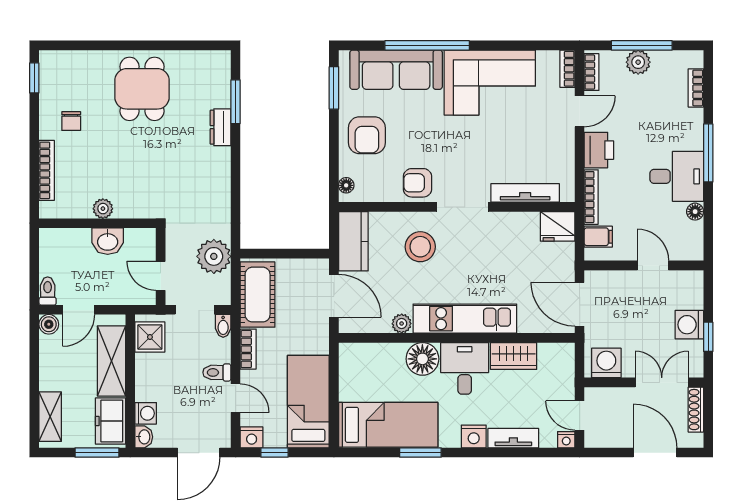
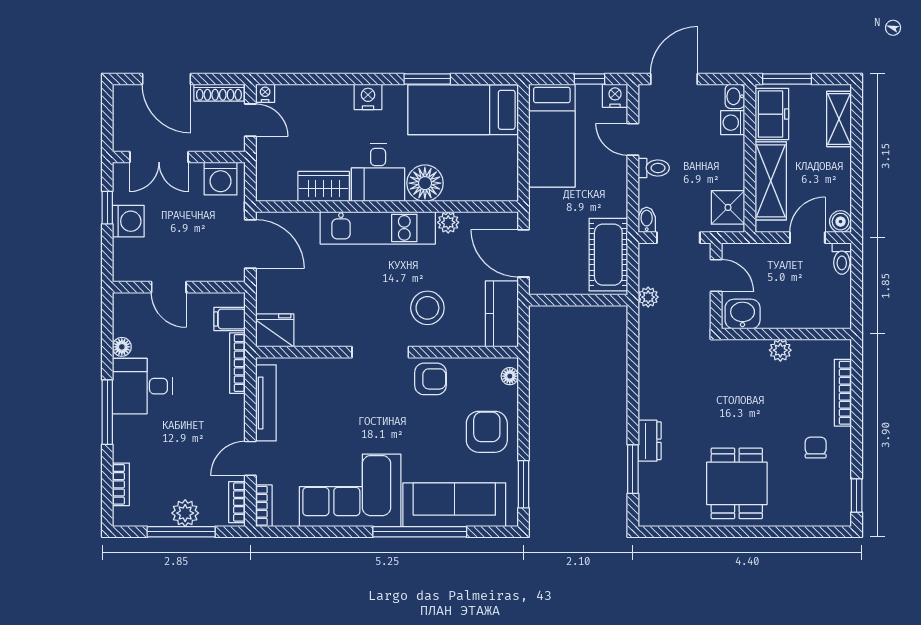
printer: (599, 150) -> (229, 415), removed
tv unit: (525, 193) -> (266, 403), moved, turned -90
washbasin: (108, 241) -> (743, 314), moved
plant: (214, 256) -> (648, 297), width x0.53, depth x0.53
bookcase: (248, 349) -> (619, 194), removed
shoe rack: (696, 410) -> (219, 93), moved, turned 90
tv unit: (513, 438) -> (324, 95), removed

